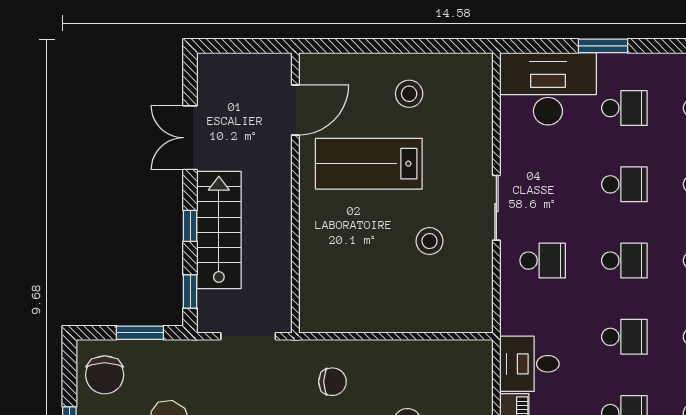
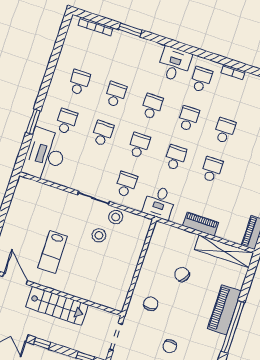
stool: (409, 94) -> (116, 217), moved
lab bench: (369, 164) -> (52, 252), width x0.73, depth x0.72
window: (190, 226) -> (42, 343), moved
stairs: (219, 230) -> (57, 306), moved, turned 180
desk: (529, 364) -> (160, 203), moved

